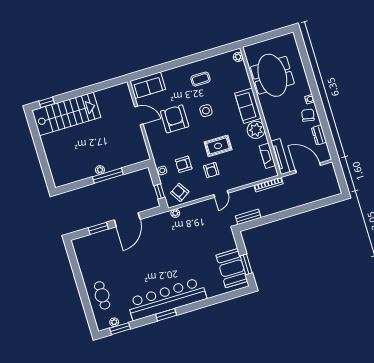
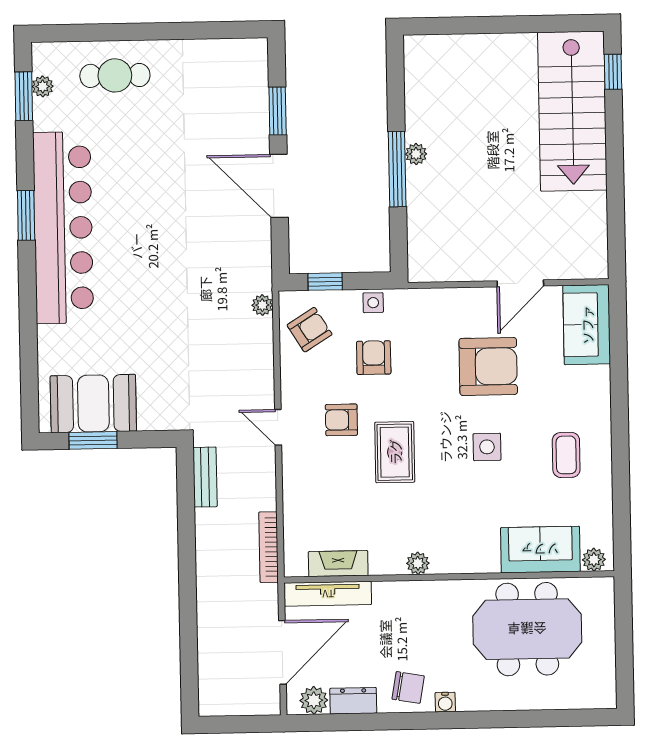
sofa: (248, 106) -> (540, 550), moved
plant: (256, 130) -> (418, 563), width x0.53, depth x0.53
plant: (323, 150) -> (314, 700), added

